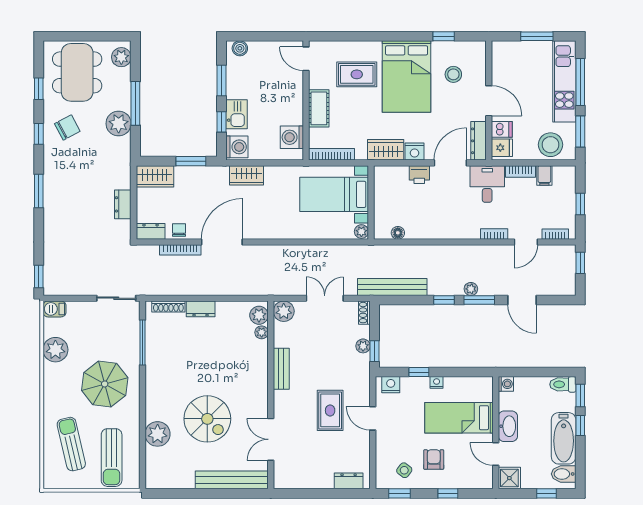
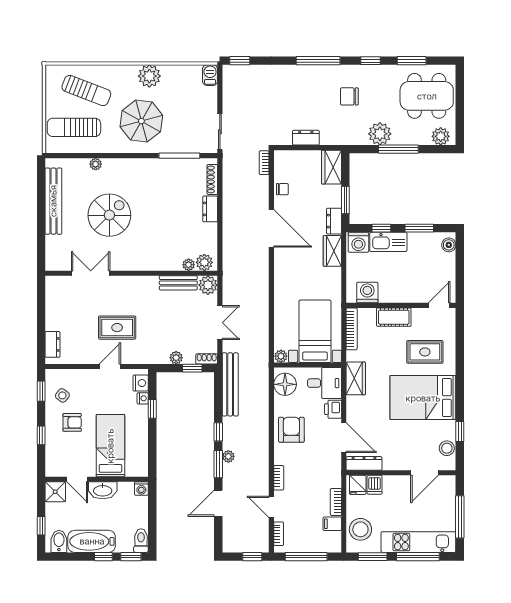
window: (537, 36) -> (460, 517), width x1.44
rug: (357, 74) -> (425, 352), turned 90
stool: (453, 74) -> (447, 448), moved
window: (39, 89) -> (412, 61), width x1.50
door: (489, 101) -> (425, 473), moved
kitchen sink: (237, 114) -> (388, 242), width x1.38
chair: (67, 127) -> (349, 96), moved, turned 118
nightstand: (414, 152) -> (354, 405), removed
desk: (487, 184) -> (324, 383), moved
window: (39, 191) -> (318, 61), width x1.44
window: (580, 204) -> (306, 557), width x2.17
armchair: (442, 220) -> (291, 430), added
dresser: (151, 231) -> (334, 221), moved, turned 180
floor lamp: (398, 233) -> (285, 384), width x1.89, depth x1.89
bookcase: (180, 250) -> (264, 163), moved, width x0.64
plant: (55, 350) -> (149, 76), moved
window: (374, 351) -> (192, 368), moved
bench: (281, 369) -> (178, 283), moved
nightstand: (437, 382) -> (143, 398), moved
spiral stairs: (207, 419) -> (109, 215), turned 180
plant: (158, 434) -> (96, 164), width x0.53, depth x0.53
sun lounger: (71, 444) -> (86, 91), turned 34
door: (496, 454) -> (77, 479), swing flipped
bench: (232, 480) -> (53, 201), moved

